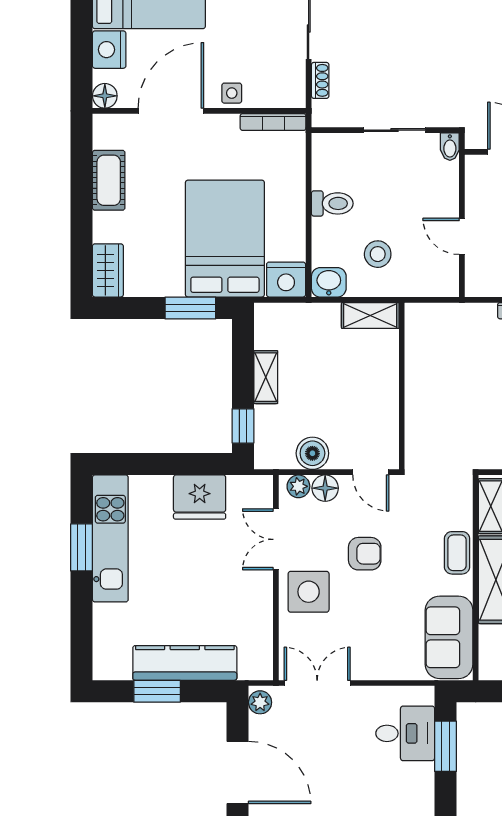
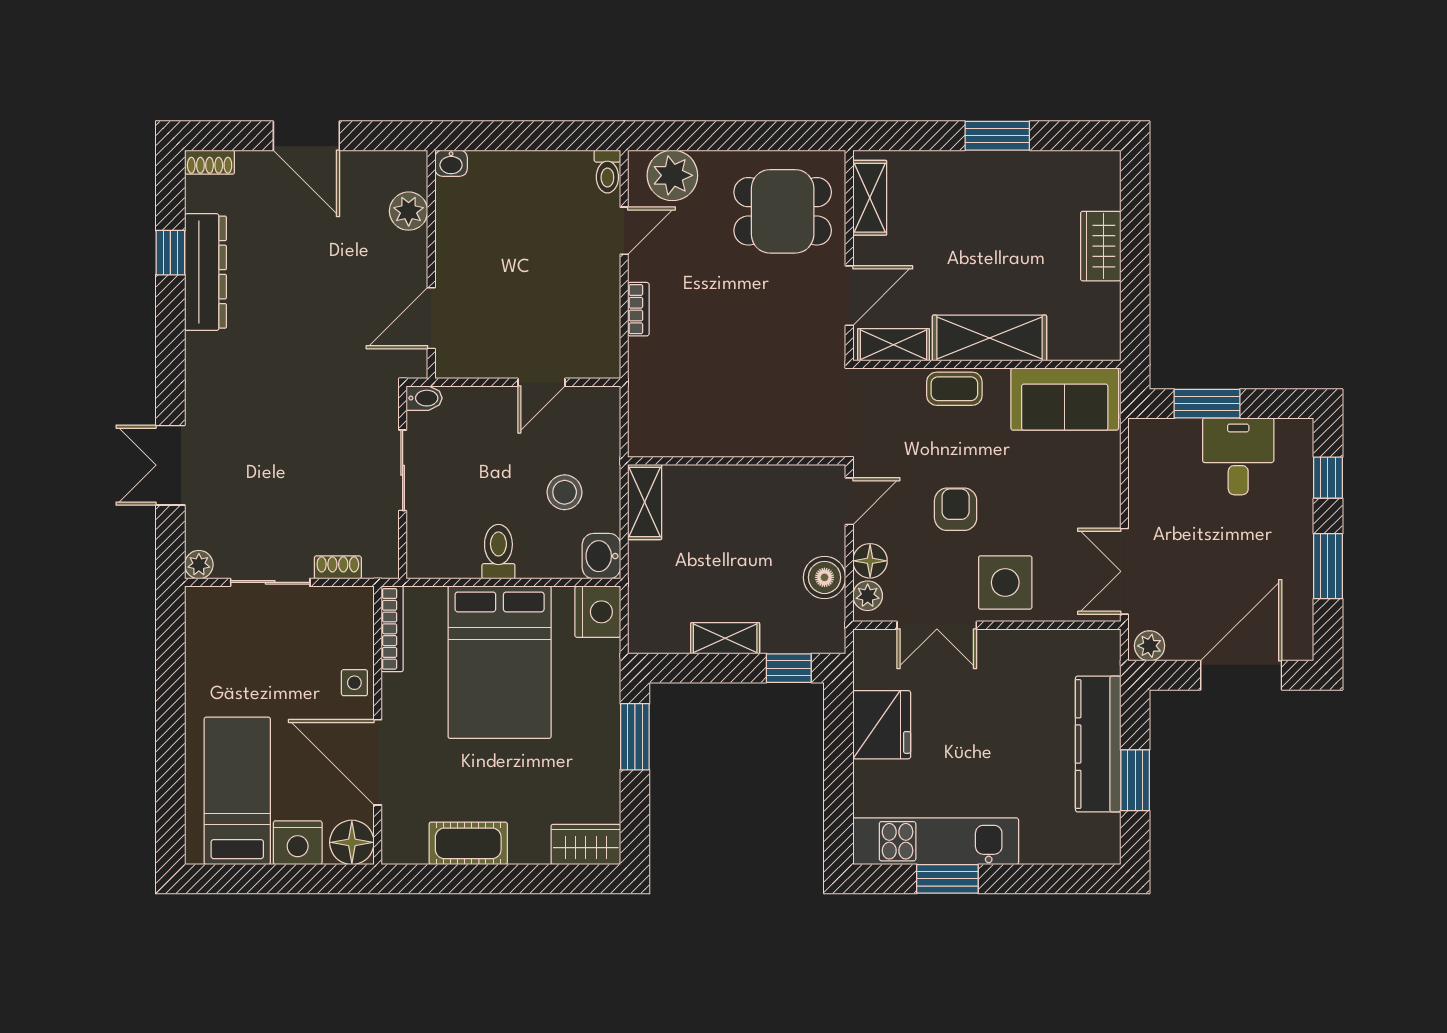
floor lamp: (105, 96) -> (352, 842), width x1.38, depth x1.38
bed: (225, 239) -> (500, 662), moved, turned -90
desk: (405, 733) -> (1238, 456), moved

